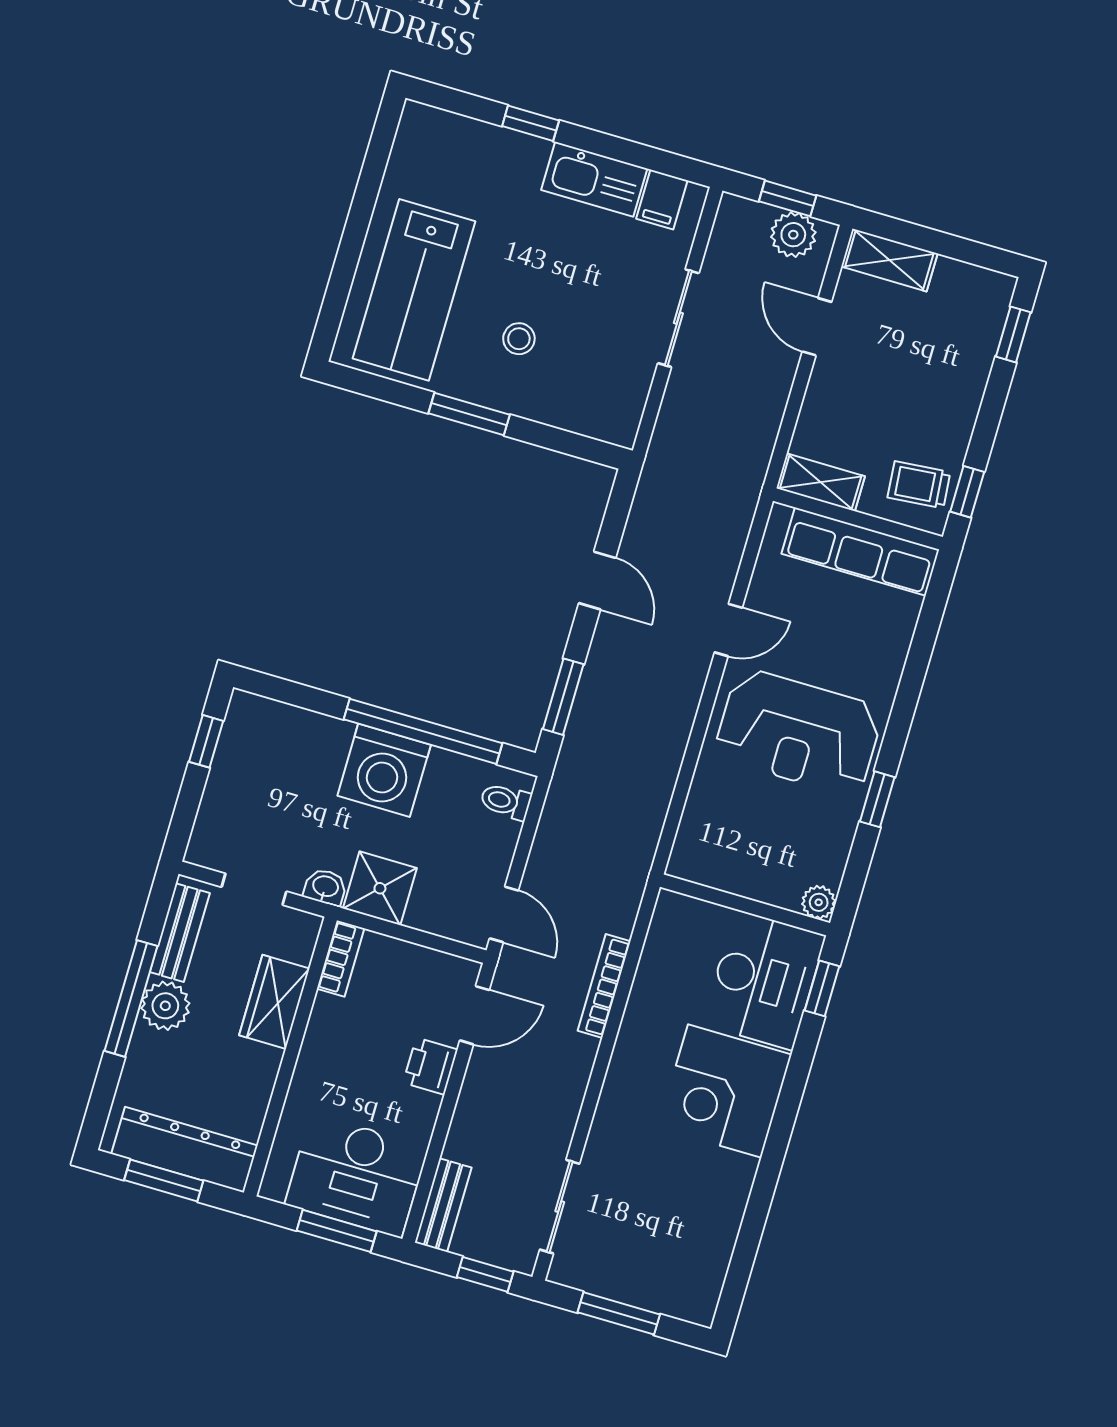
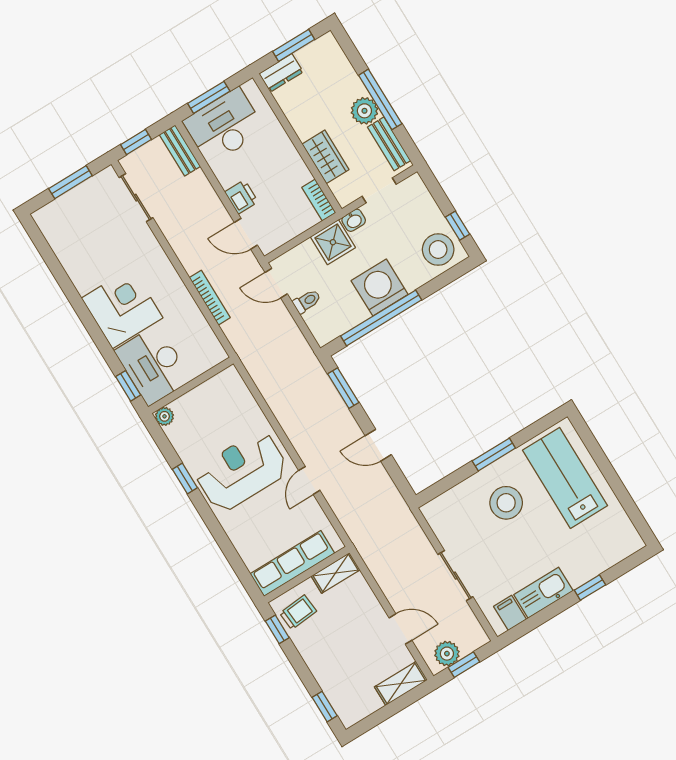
stool: (519, 339) -> (506, 503), width x1.89, depth x1.89
stool: (262, 738) -> (438, 250), added
toilet: (506, 801) -> (307, 301), moved
door: (475, 1015) -> (246, 234), hinge flipped
dresser: (184, 1150) -> (281, 73), width x0.51, depth x0.80

